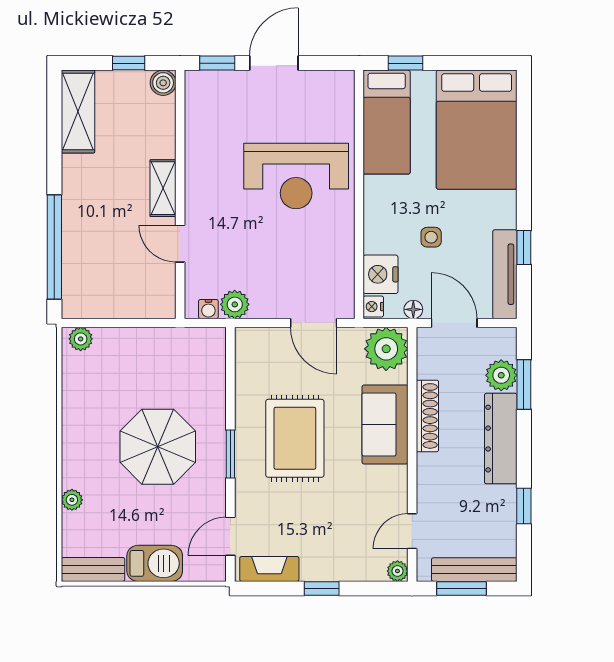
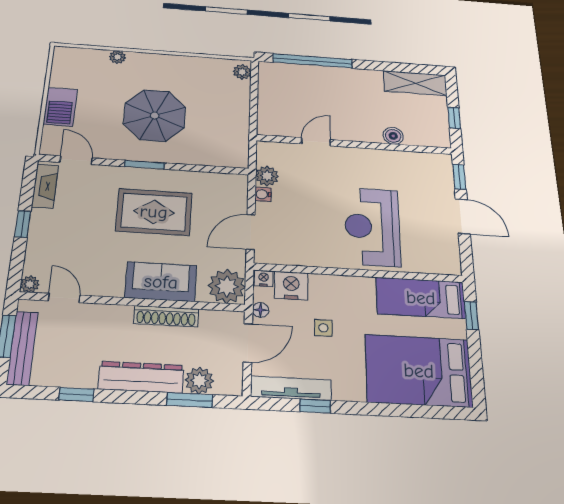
boiler: (163, 83) -> (393, 136), moved
shelving: (163, 188) -> (359, 133), removed
water cooler: (208, 309) -> (263, 194), moved
bench: (93, 569) -> (61, 66), removed

